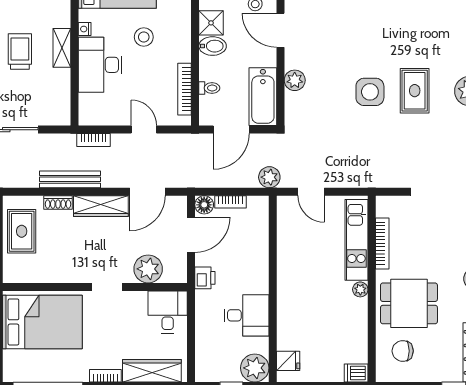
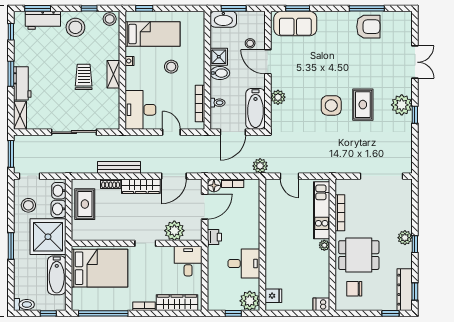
desk: (100, 65) -> (140, 110), moved
bookcase: (93, 140) -> (136, 140), removed

